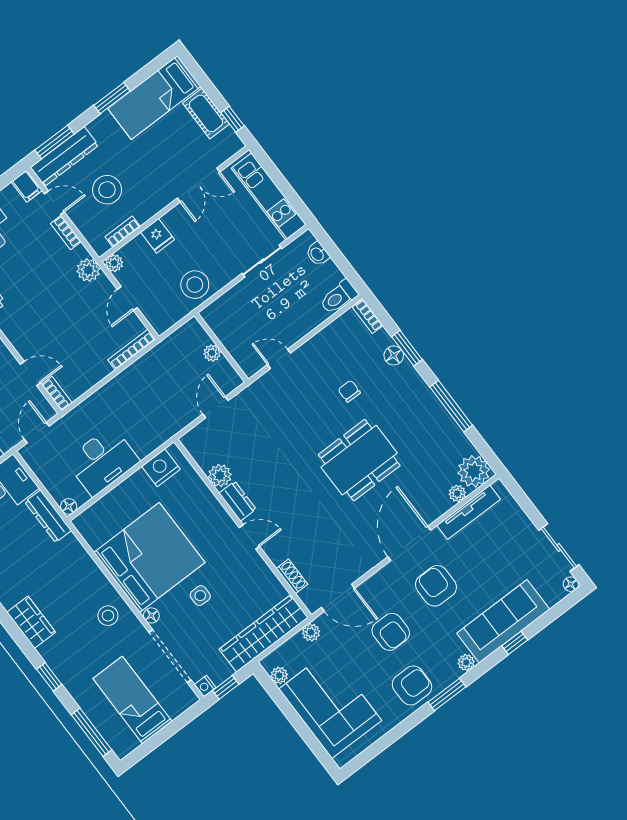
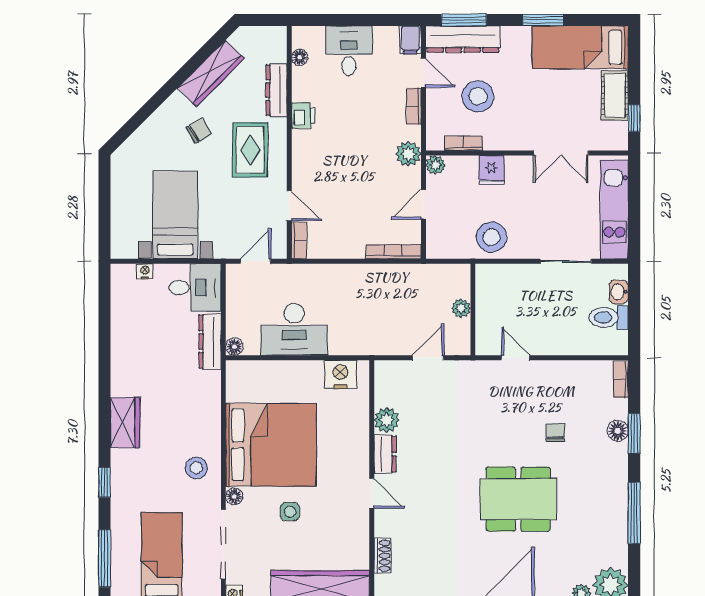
toilet: (339, 297) -> (609, 317), moved

